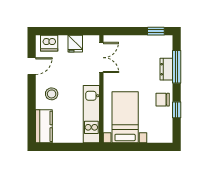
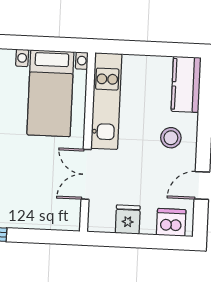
double door: (101, 58) -> (86, 174), moved

